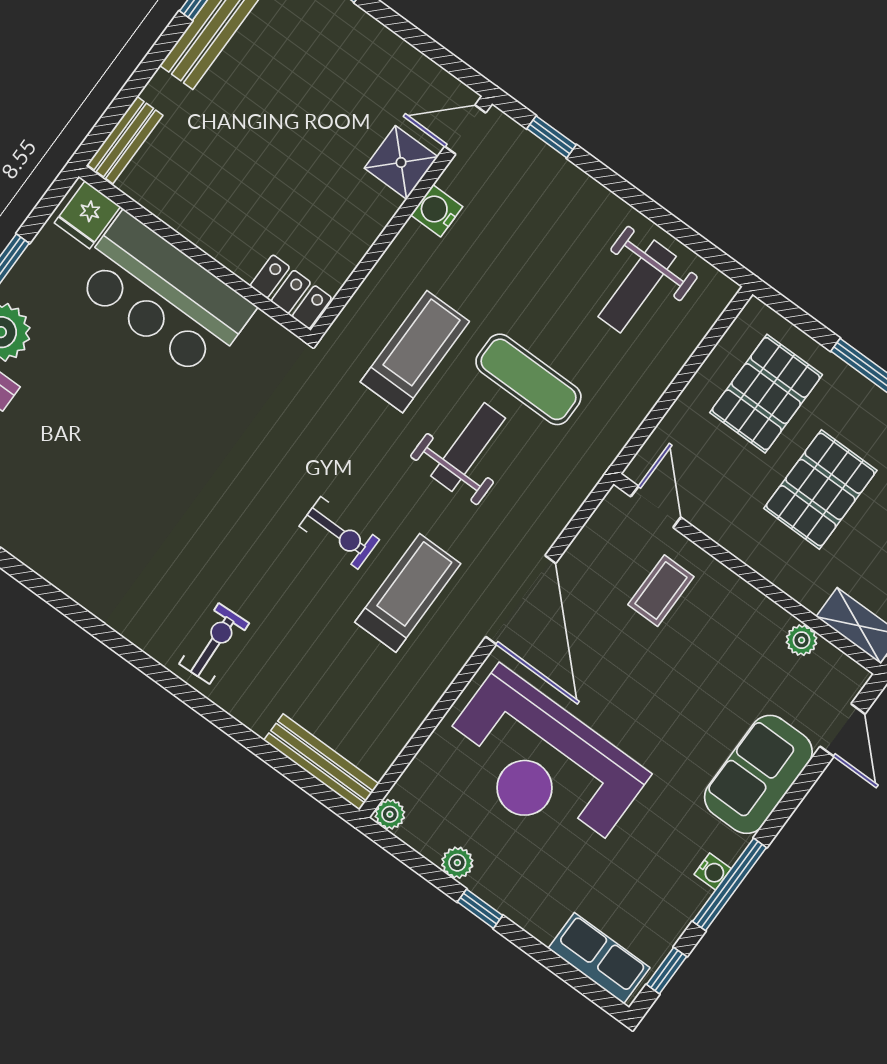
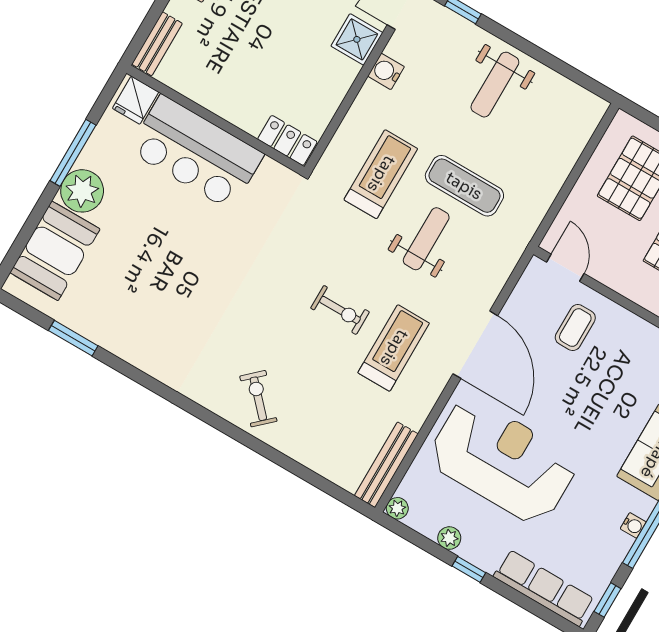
weight bench: (637, 286) -> (495, 85), moved
exercise bike: (214, 644) -> (258, 399), turned -40
bench: (321, 762) -> (386, 465), moved, turned 90
reception desk: (542, 764) -> (503, 461), turned 180
row of seats: (599, 958) -> (544, 588), width x1.48

